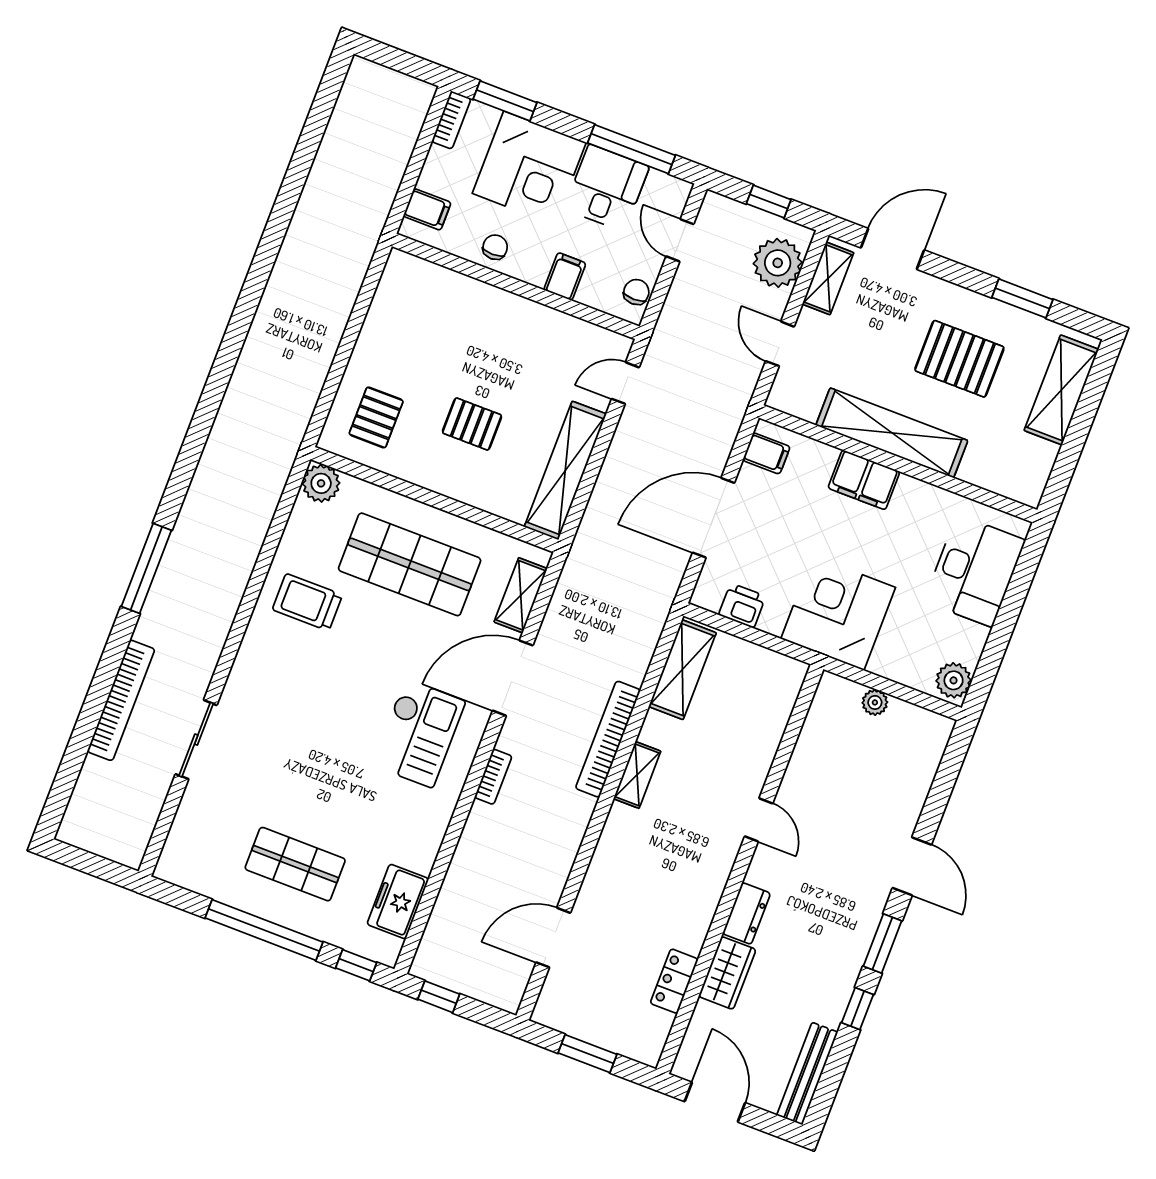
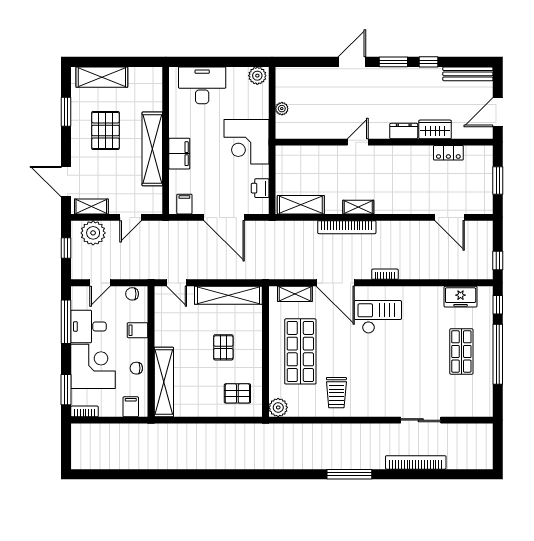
shelving: (450, 289) -> (164, 382), added

